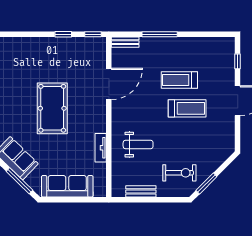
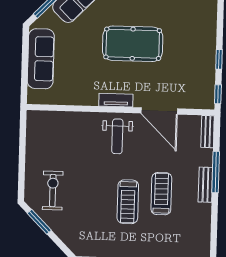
weight bench: (138, 145) -> (117, 136), moved
tv unit: (101, 148) -> (116, 100), moved
exercise bike: (179, 173) -> (53, 191), turned 180
bench: (141, 191) -> (205, 185), moved

